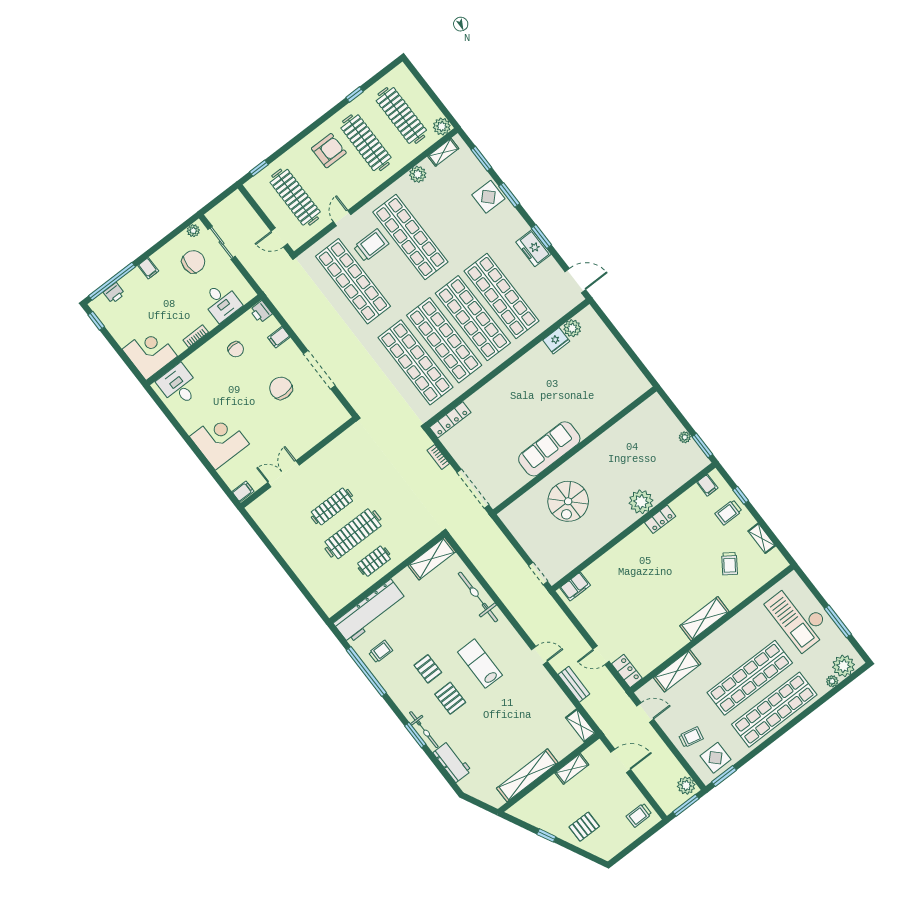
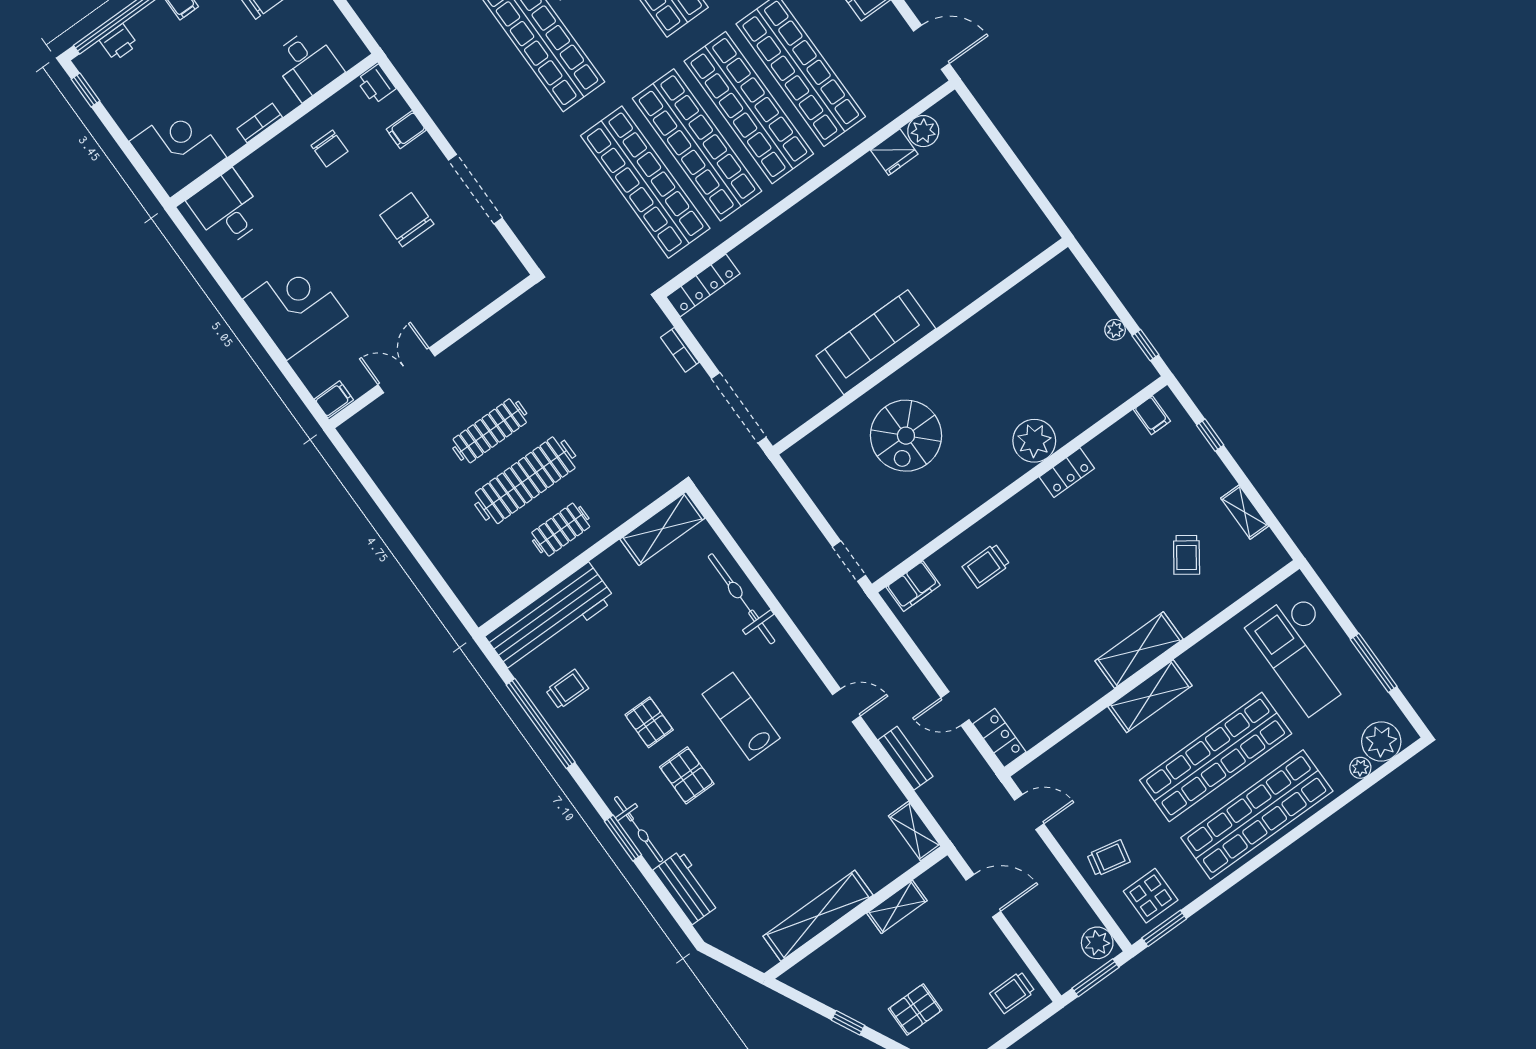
window: (702, 445) -> (1145, 345), width x0.67
trolley: (728, 512) -> (986, 566), moved
shelving: (677, 671) -> (1150, 696), moved

